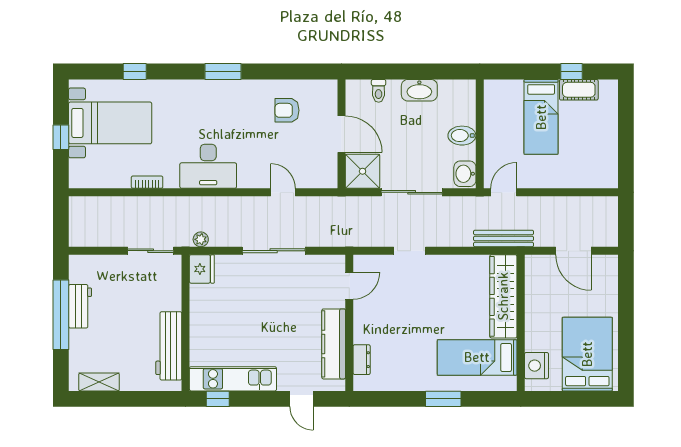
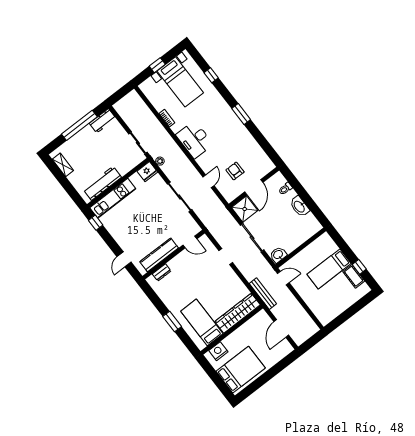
armchair: (287, 110) -> (235, 171), moved
bidet: (462, 136) -> (294, 241), removed
workbench: (80, 306) -> (103, 121), moved
kitchen unit: (233, 379) -> (113, 198), moved, turned 90

